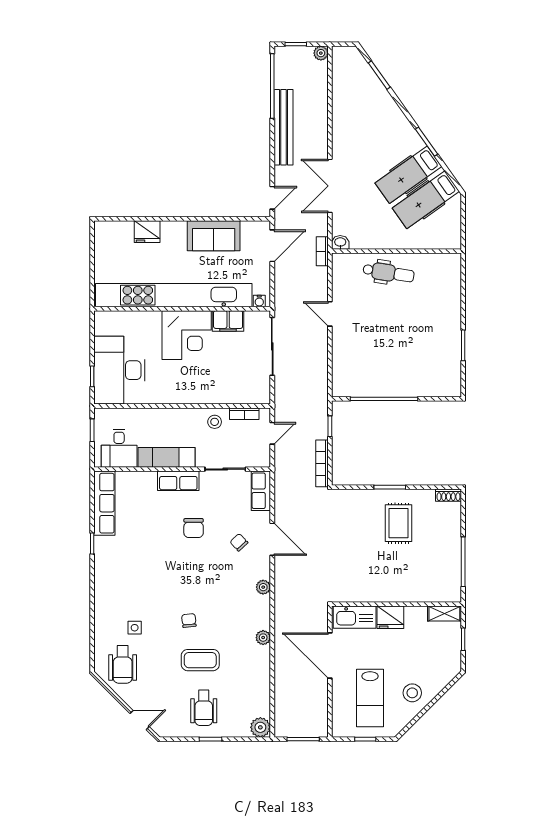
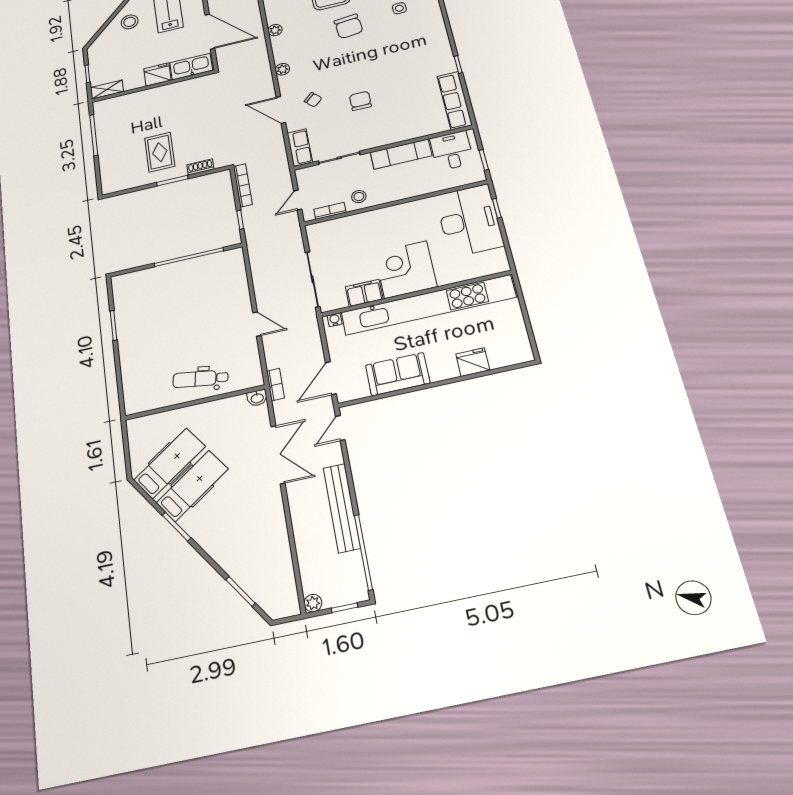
row of seats: (178, 481) -> (385, 137), removed
shoe rack: (448, 495) -> (200, 167), moved
chair: (189, 620) -> (349, 26), width x1.87, depth x1.87

